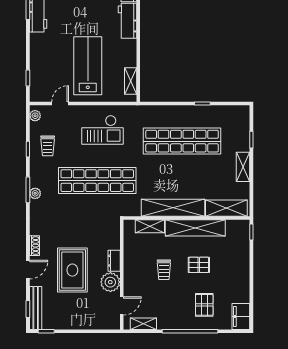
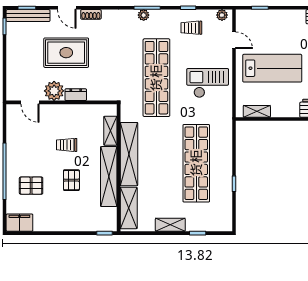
checkout: (102, 130) -> (208, 83), turned 90
shelving: (143, 324) -> (12, 124), removed

